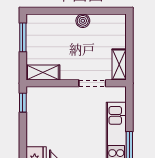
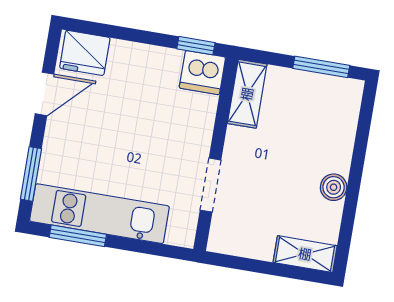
shelving: (119, 65) -> (305, 254), moved
dishwasher: (36, 97) -> (202, 73), added

